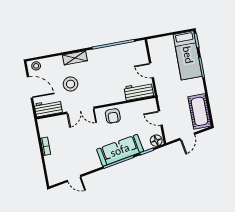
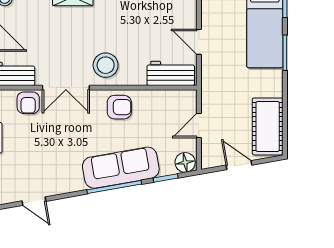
stool: (71, 84) -> (106, 65), moved
armchair: (113, 116) -> (119, 107), turned -90
door: (160, 118) -> (199, 126), hinge flipped
armchair: (60, 123) -> (28, 103), added
door: (187, 136) -> (239, 165), swing flipped

